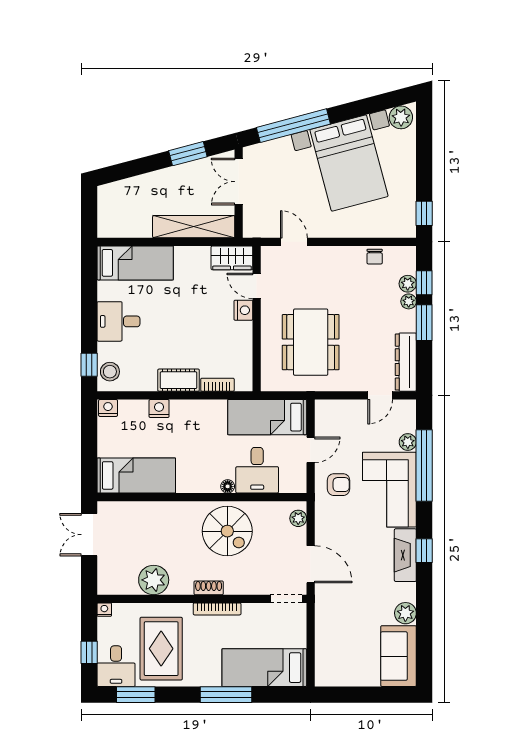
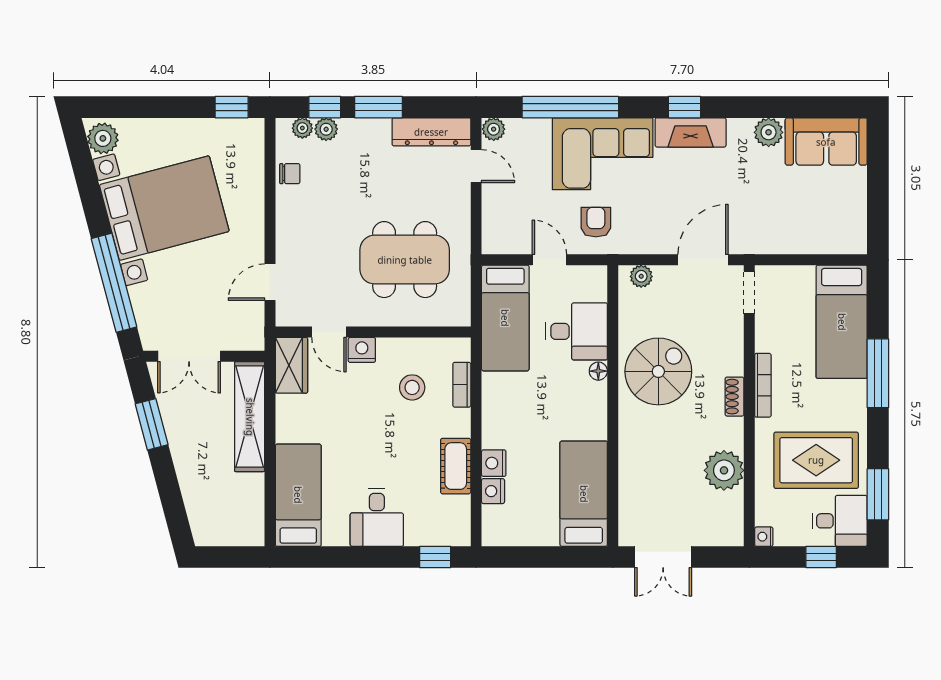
door: (257, 286) -> (329, 332), hinge flipped
plant: (409, 301) -> (302, 128), moved
stool: (110, 372) -> (412, 387), moved
cot: (179, 380) -> (456, 466), moved
nightstand: (108, 408) -> (493, 491), moved
plant: (408, 442) -> (494, 129), moved

